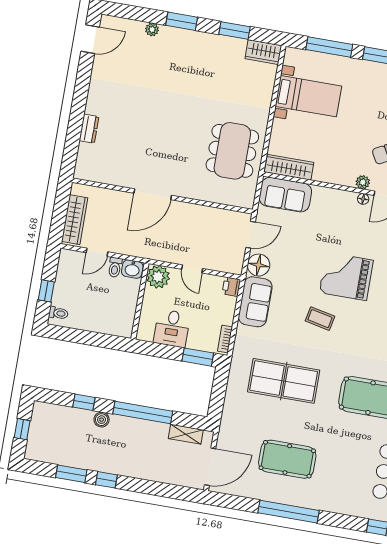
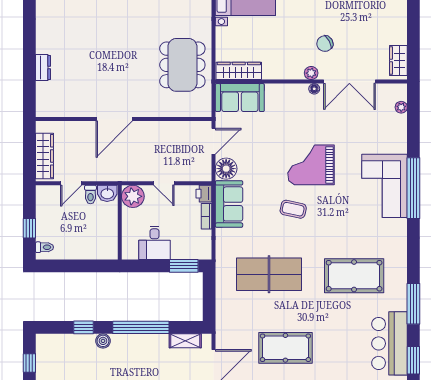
bookcase: (225, 339) -> (207, 216), moved

